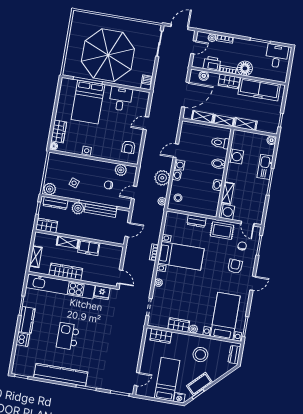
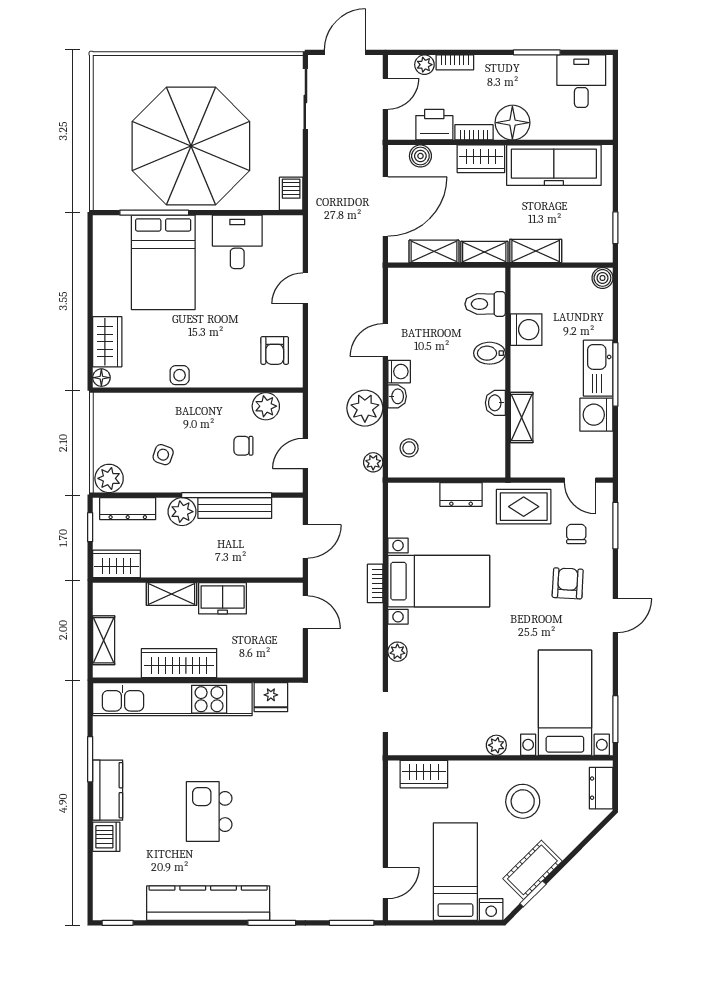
kitchen sink: (265, 167) -> (598, 368), moved
washing machine: (227, 212) -> (596, 415), moved, turned 180
door: (120, 277) -> (305, 612), moved
wardrobe: (179, 325) -> (461, 742), removed

